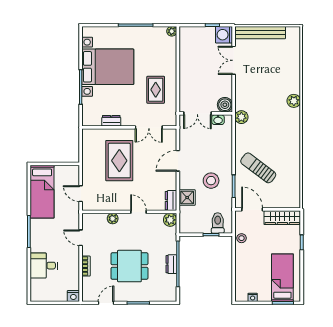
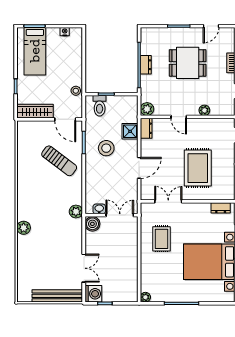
dresser: (111, 121) -> (221, 208), moved

